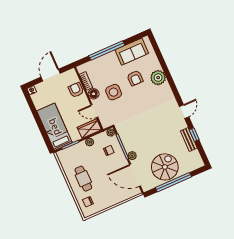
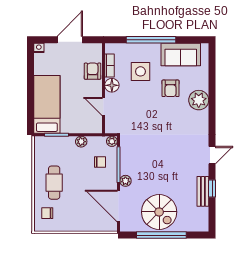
side table: (114, 92) -> (140, 71), moved
wardrobe: (89, 129) -> (88, 125), removed
spiral stairs: (165, 167) -> (159, 212), turned 90

